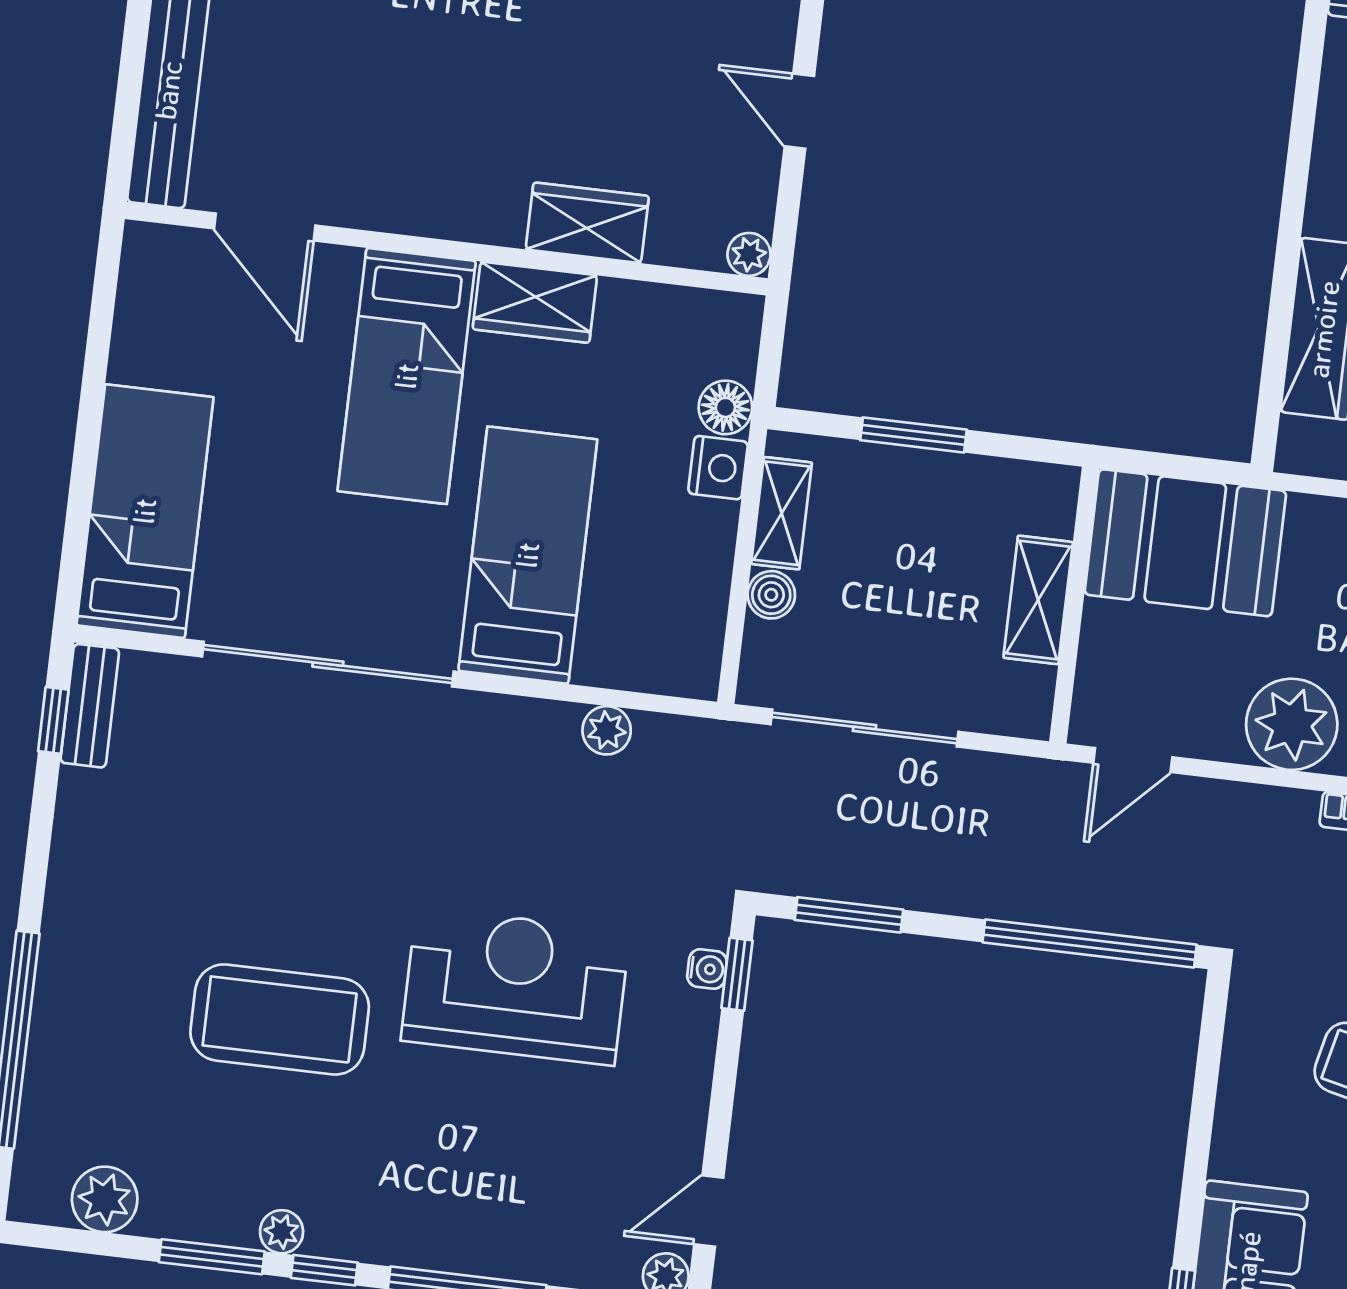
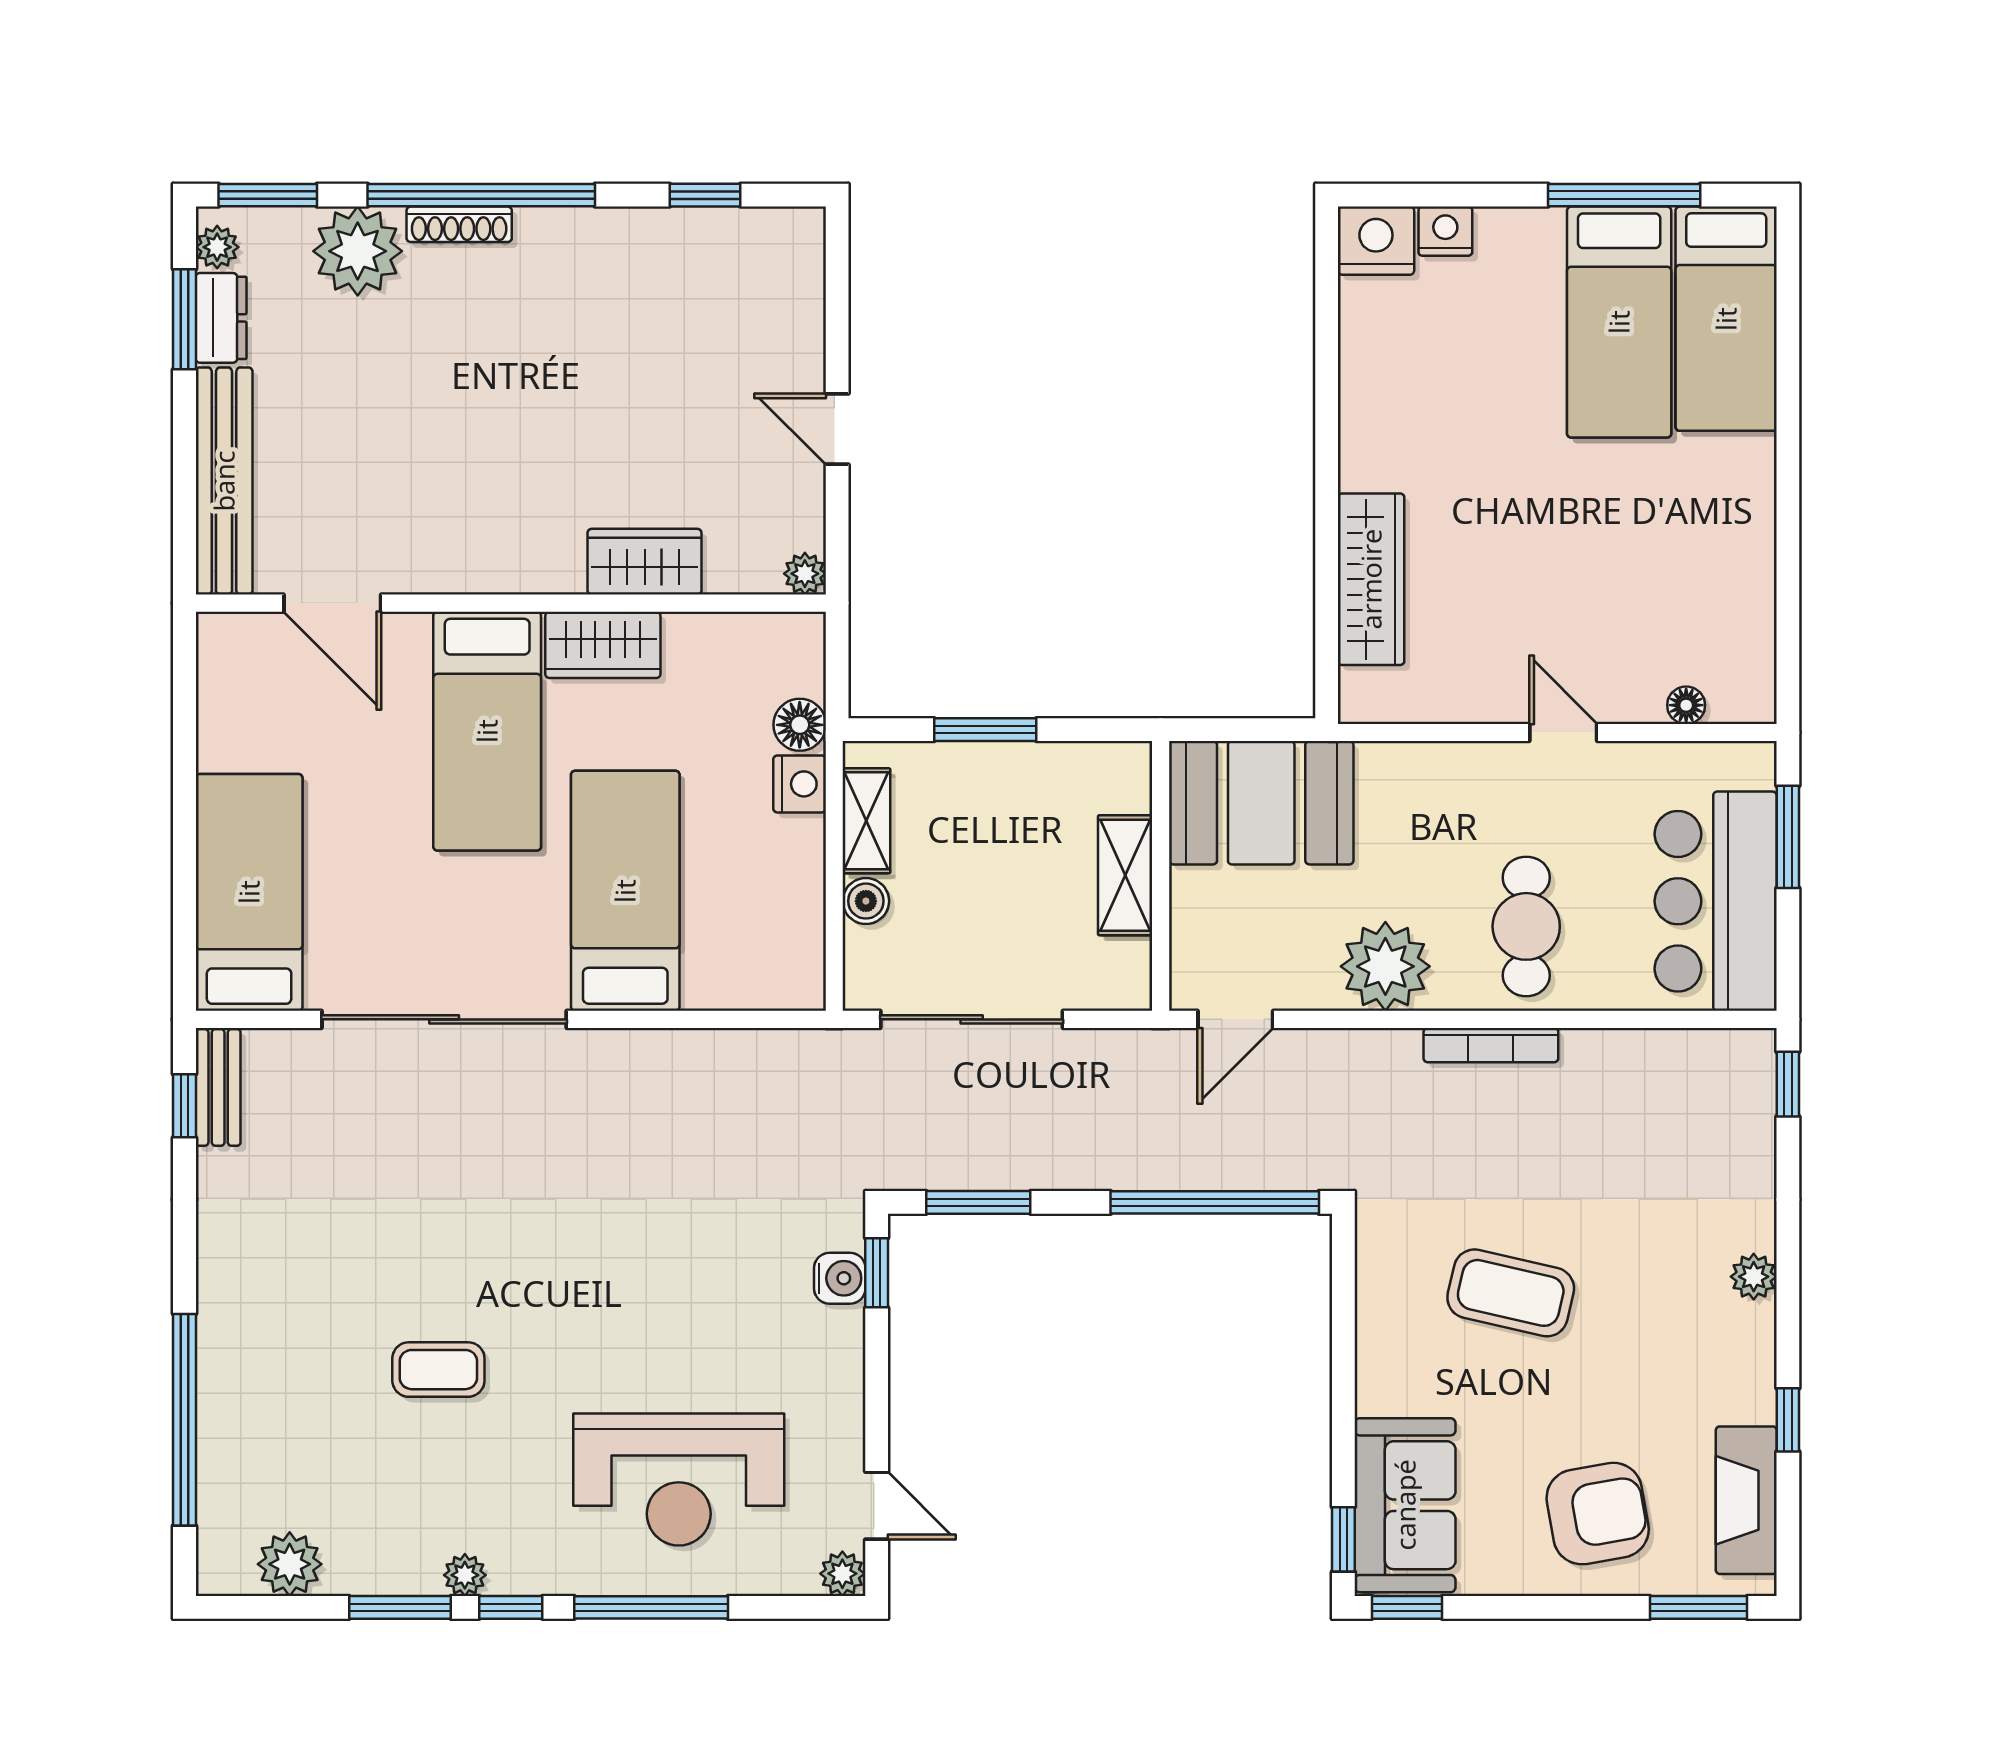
plant: (607, 730) -> (722, 1051), removed
water cooler: (707, 969) -> (840, 1278), width x1.38, depth x1.38
reception desk: (515, 986) -> (679, 1479), moved, turned 180
coffee table: (280, 1019) -> (438, 1370), width x0.54, depth x0.58
door: (709, 1211) -> (877, 1506), swing flipped

